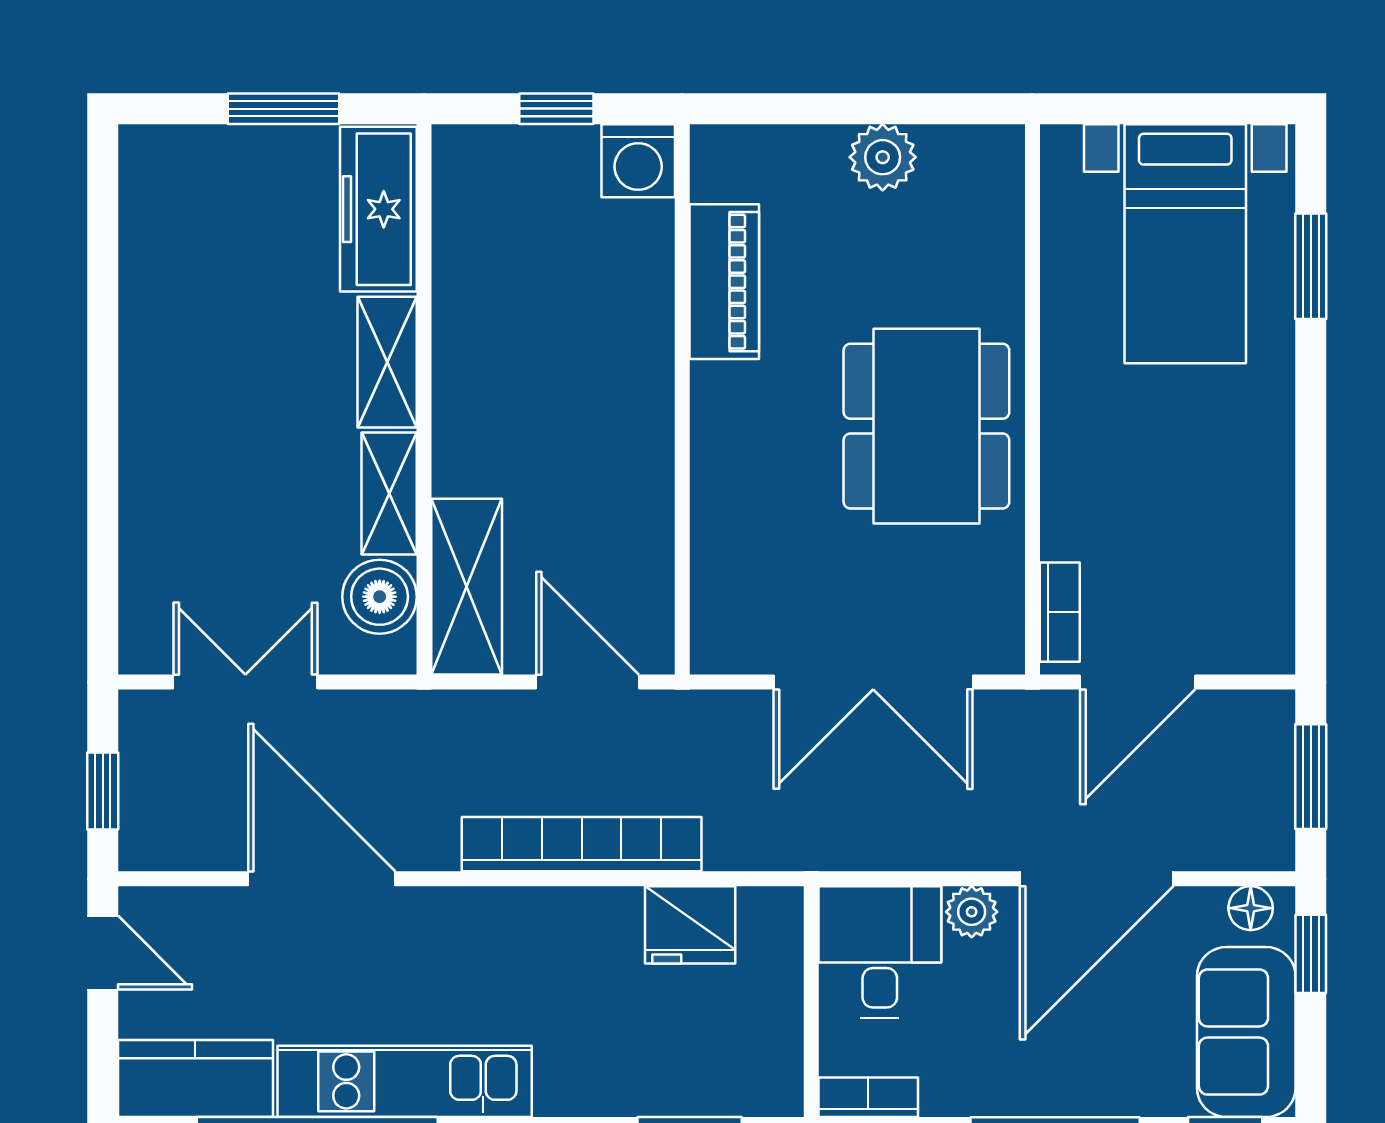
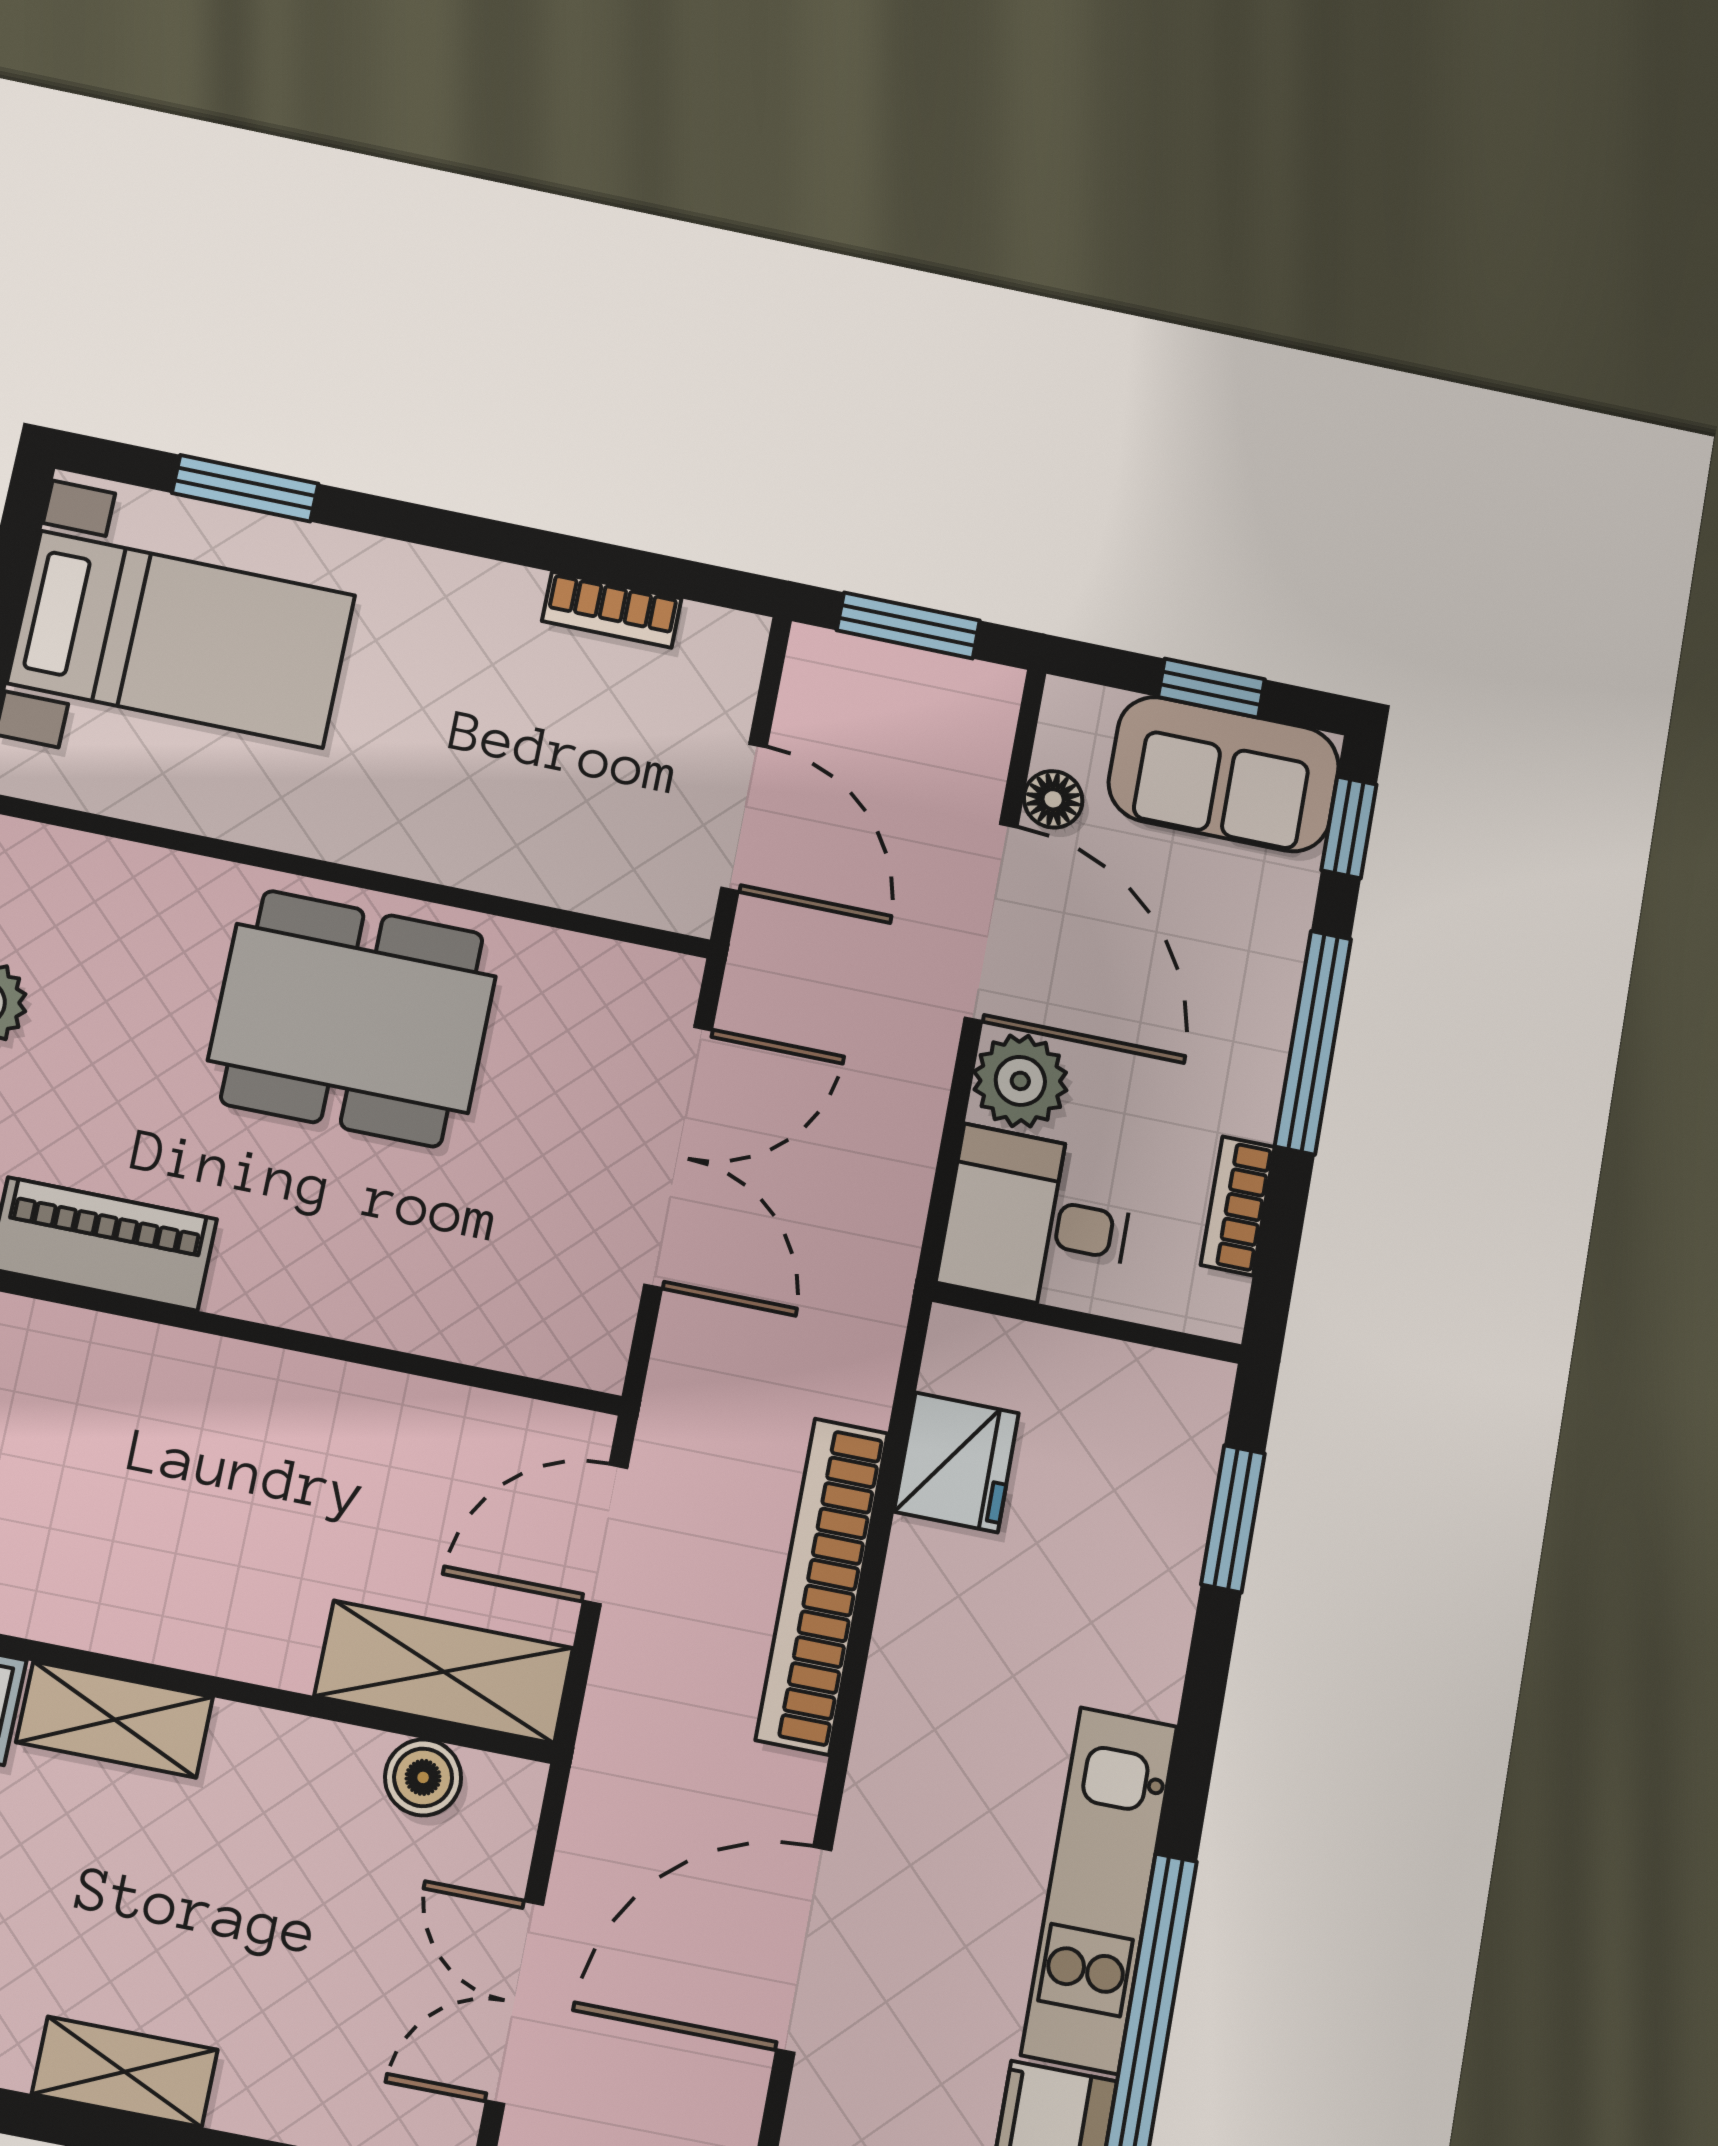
shelving: (389, 494) -> (125, 2072), moved
boiler: (380, 597) -> (423, 1777), width x0.73, depth x0.73
bookcase: (1060, 612) -> (612, 610), moved, turned 180
floor lamp: (1251, 908) -> (1053, 799), moved
plant: (972, 912) -> (1020, 1081), width x1.38, depth x1.38
window: (1311, 954) -> (1211, 688), moved
bookcase: (868, 1097) -> (1238, 1206), moved

